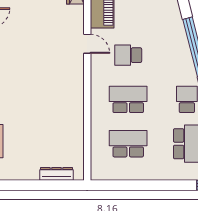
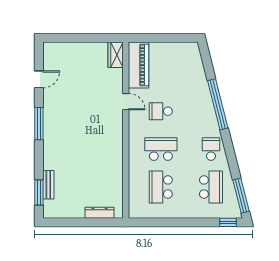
school desk: (128, 144) -> (161, 187), turned -90

